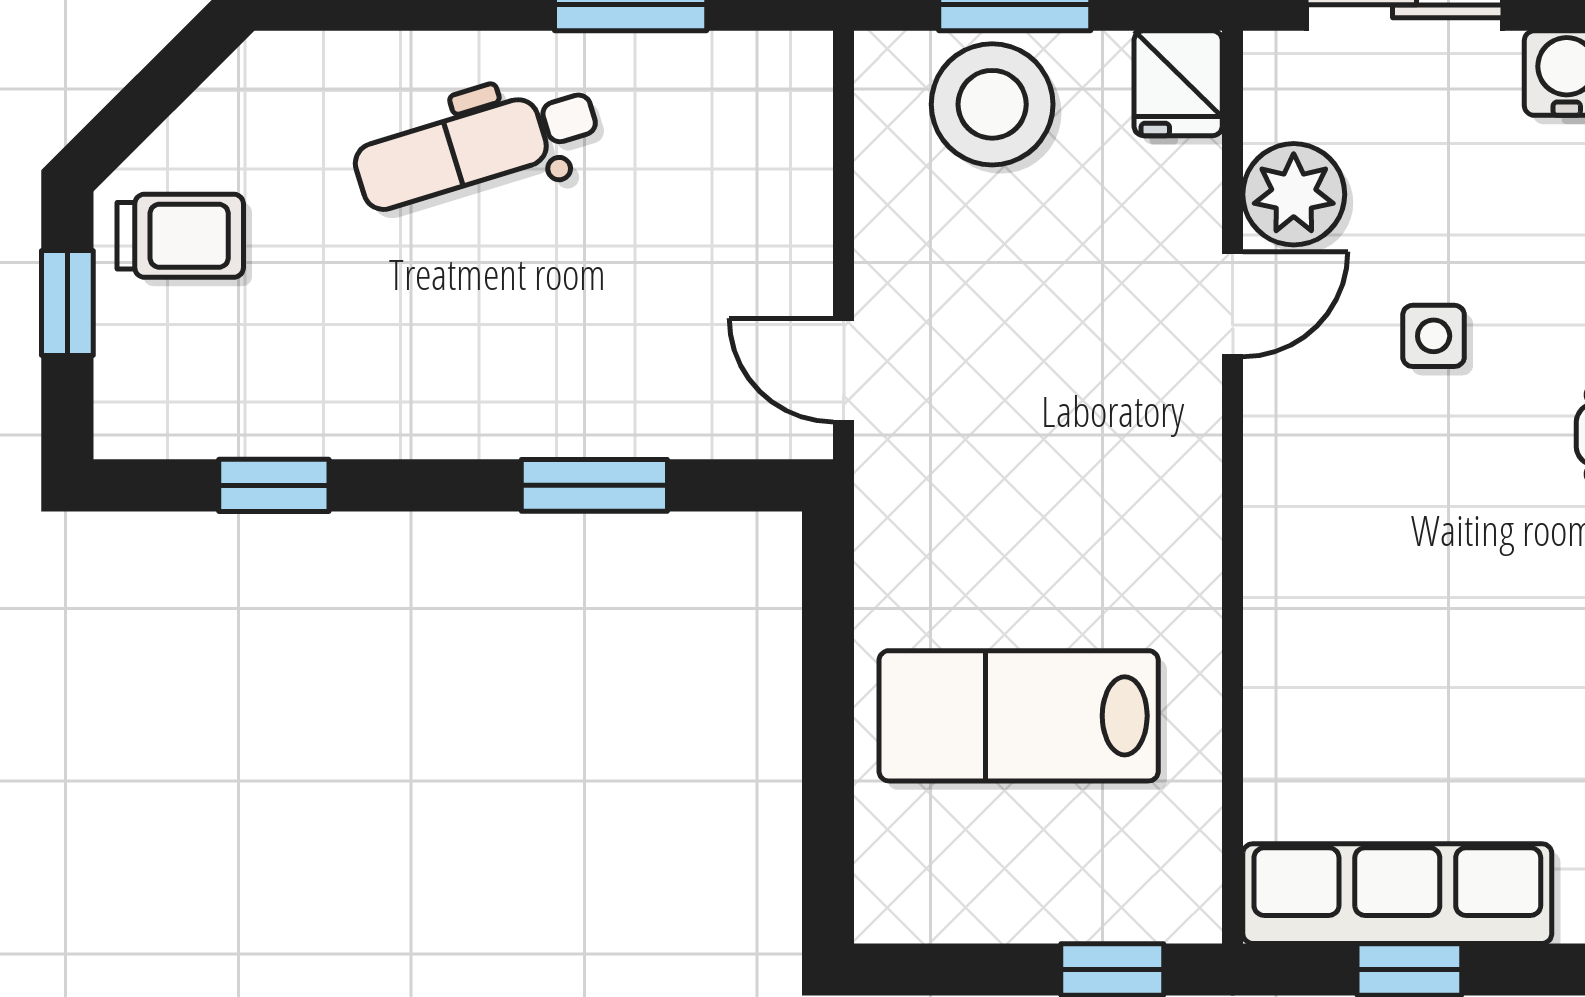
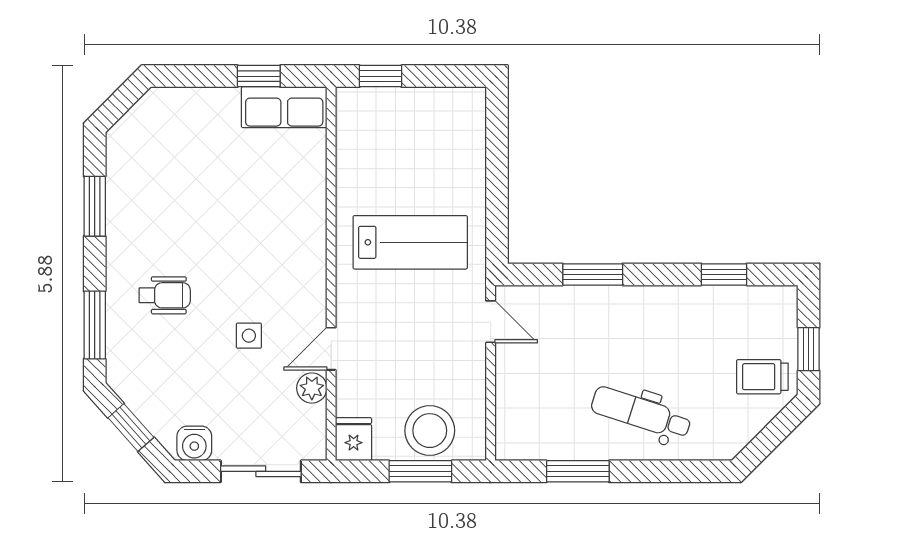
dental chair: (476, 147) -> (641, 413), turned -145
plant: (1294, 194) -> (312, 388), width x0.73, depth x0.73
lab bench: (1019, 716) -> (410, 242), moved
row of seats: (1397, 894) -> (284, 107), width x0.68

